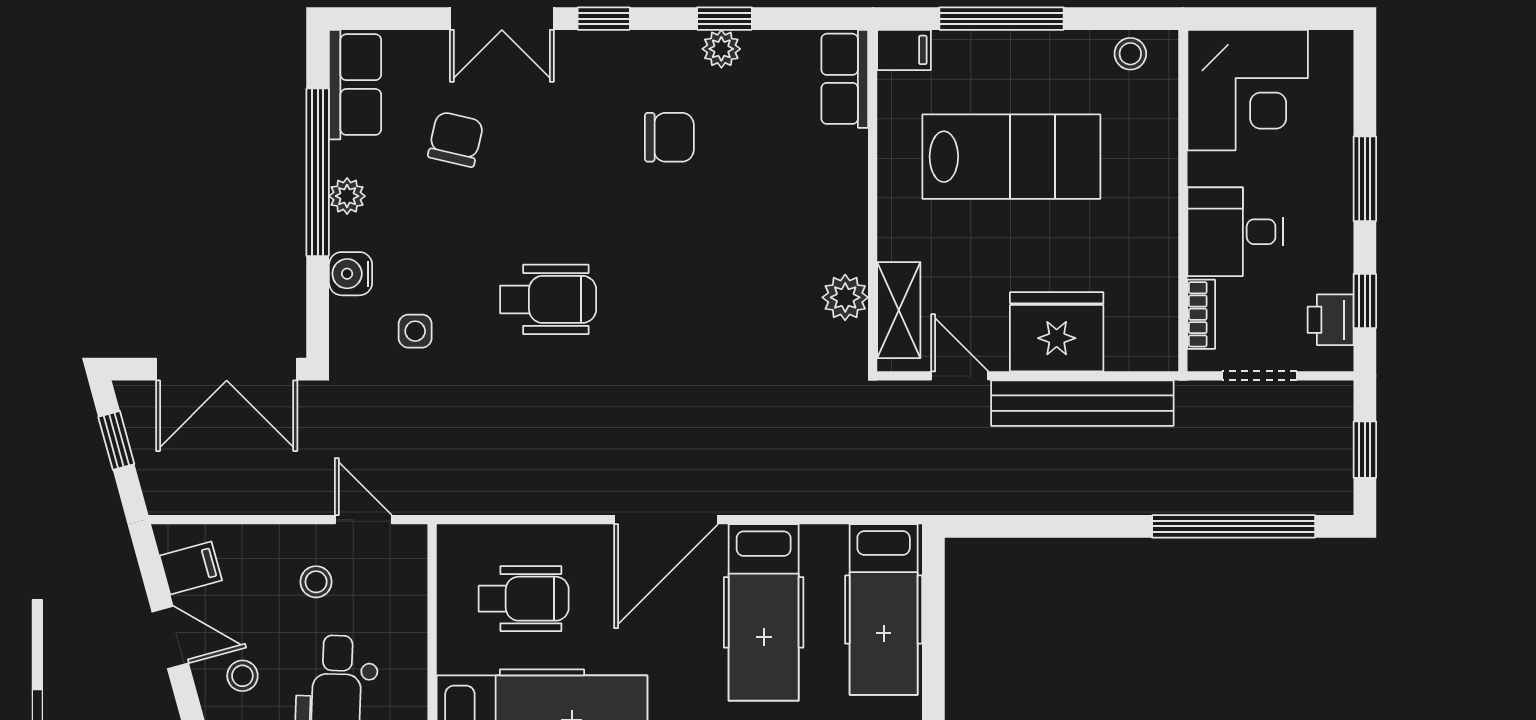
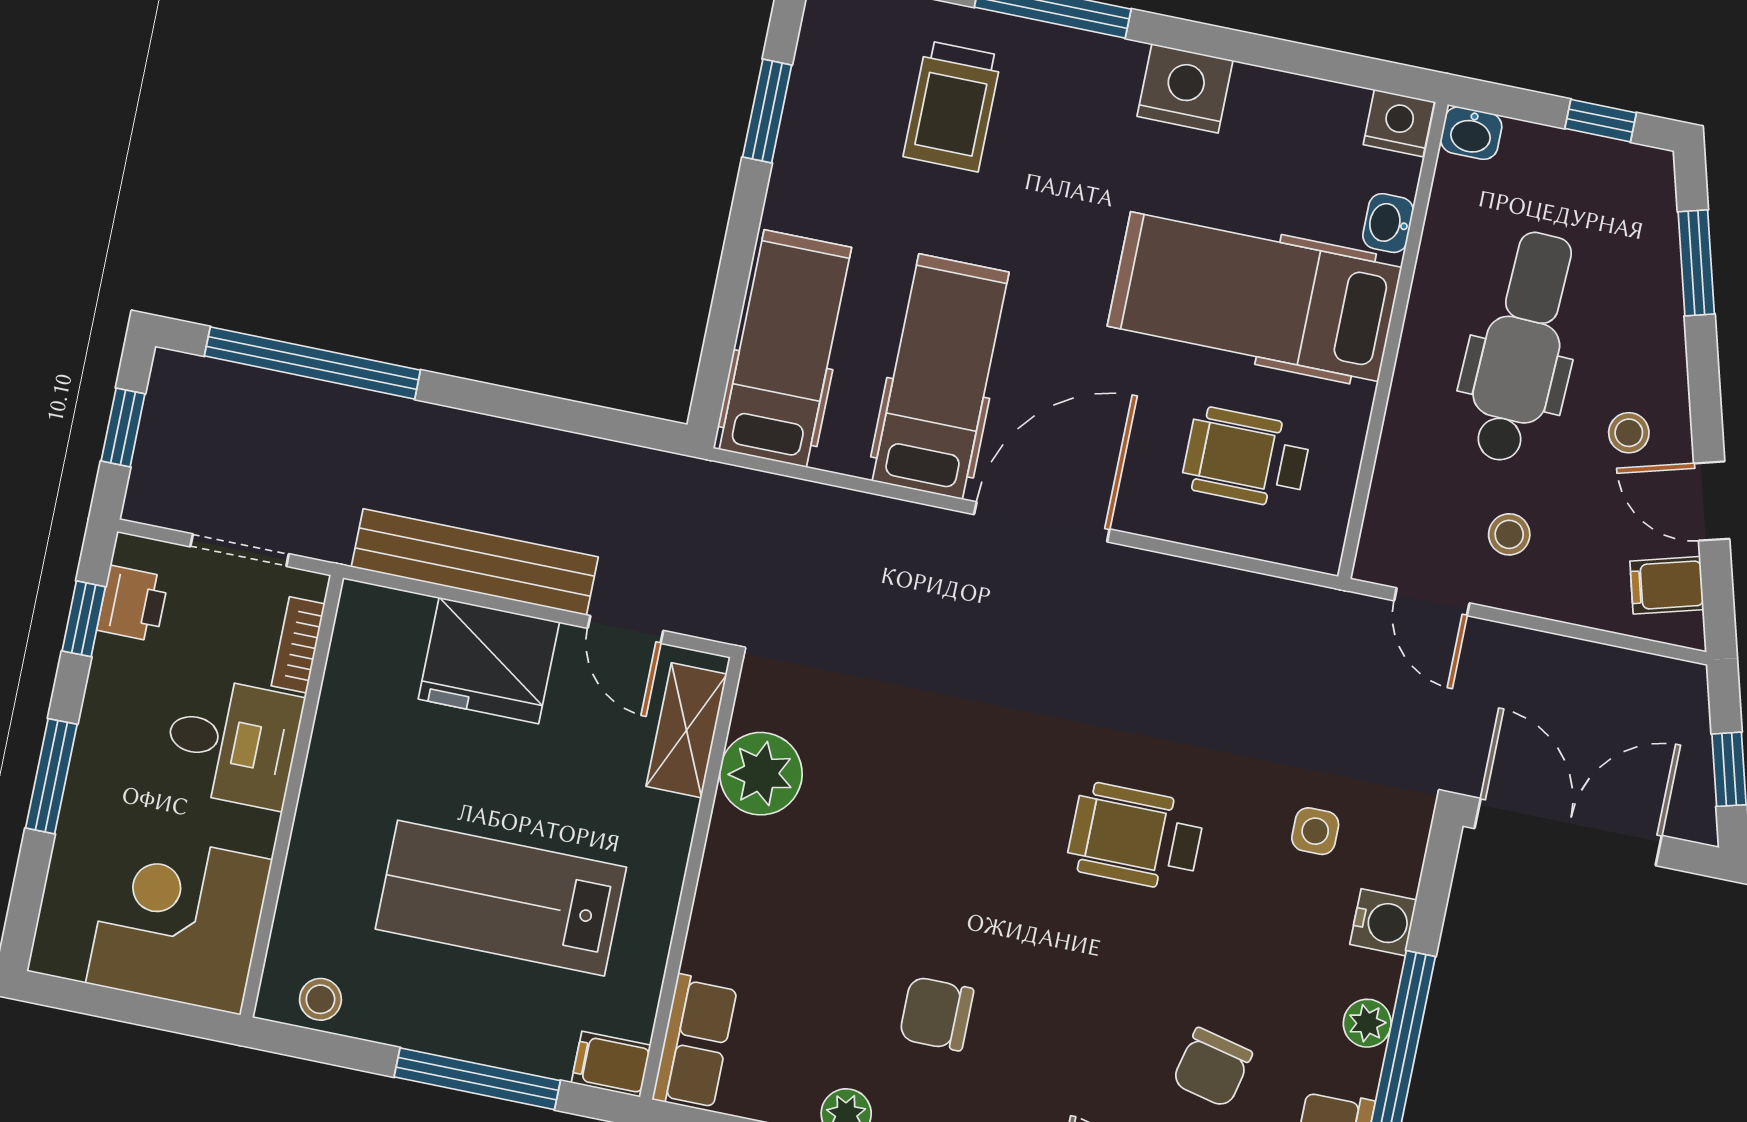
plant: (845, 297) -> (761, 774), width x1.36, depth x1.36

